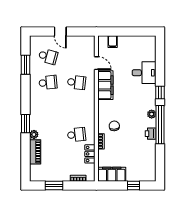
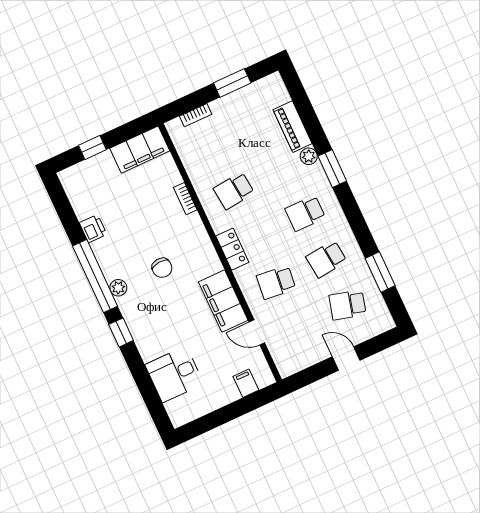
desk: (144, 73) -> (174, 374), moved
school desk: (48, 109) -> (305, 213), added
chair: (114, 126) -> (162, 268), moved
printer: (151, 134) -> (93, 229), moved
locker: (90, 154) -> (232, 249), moved

